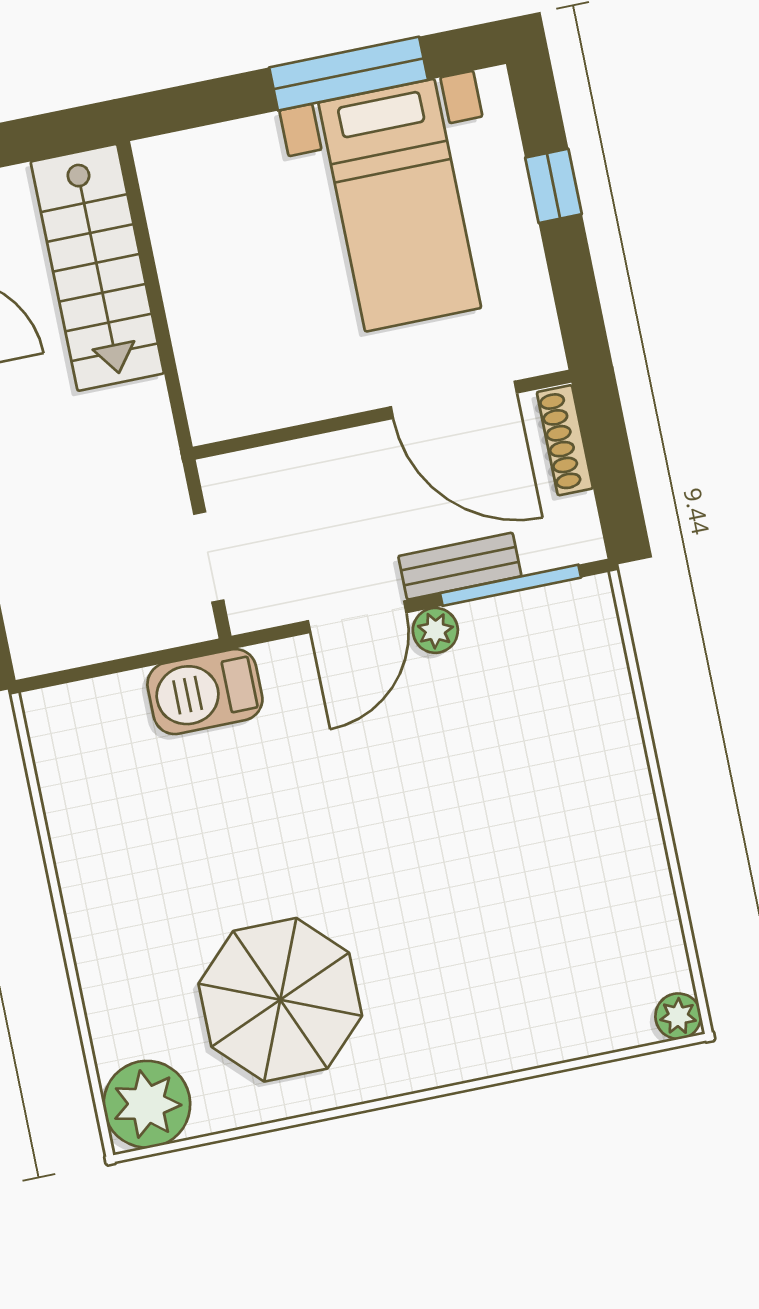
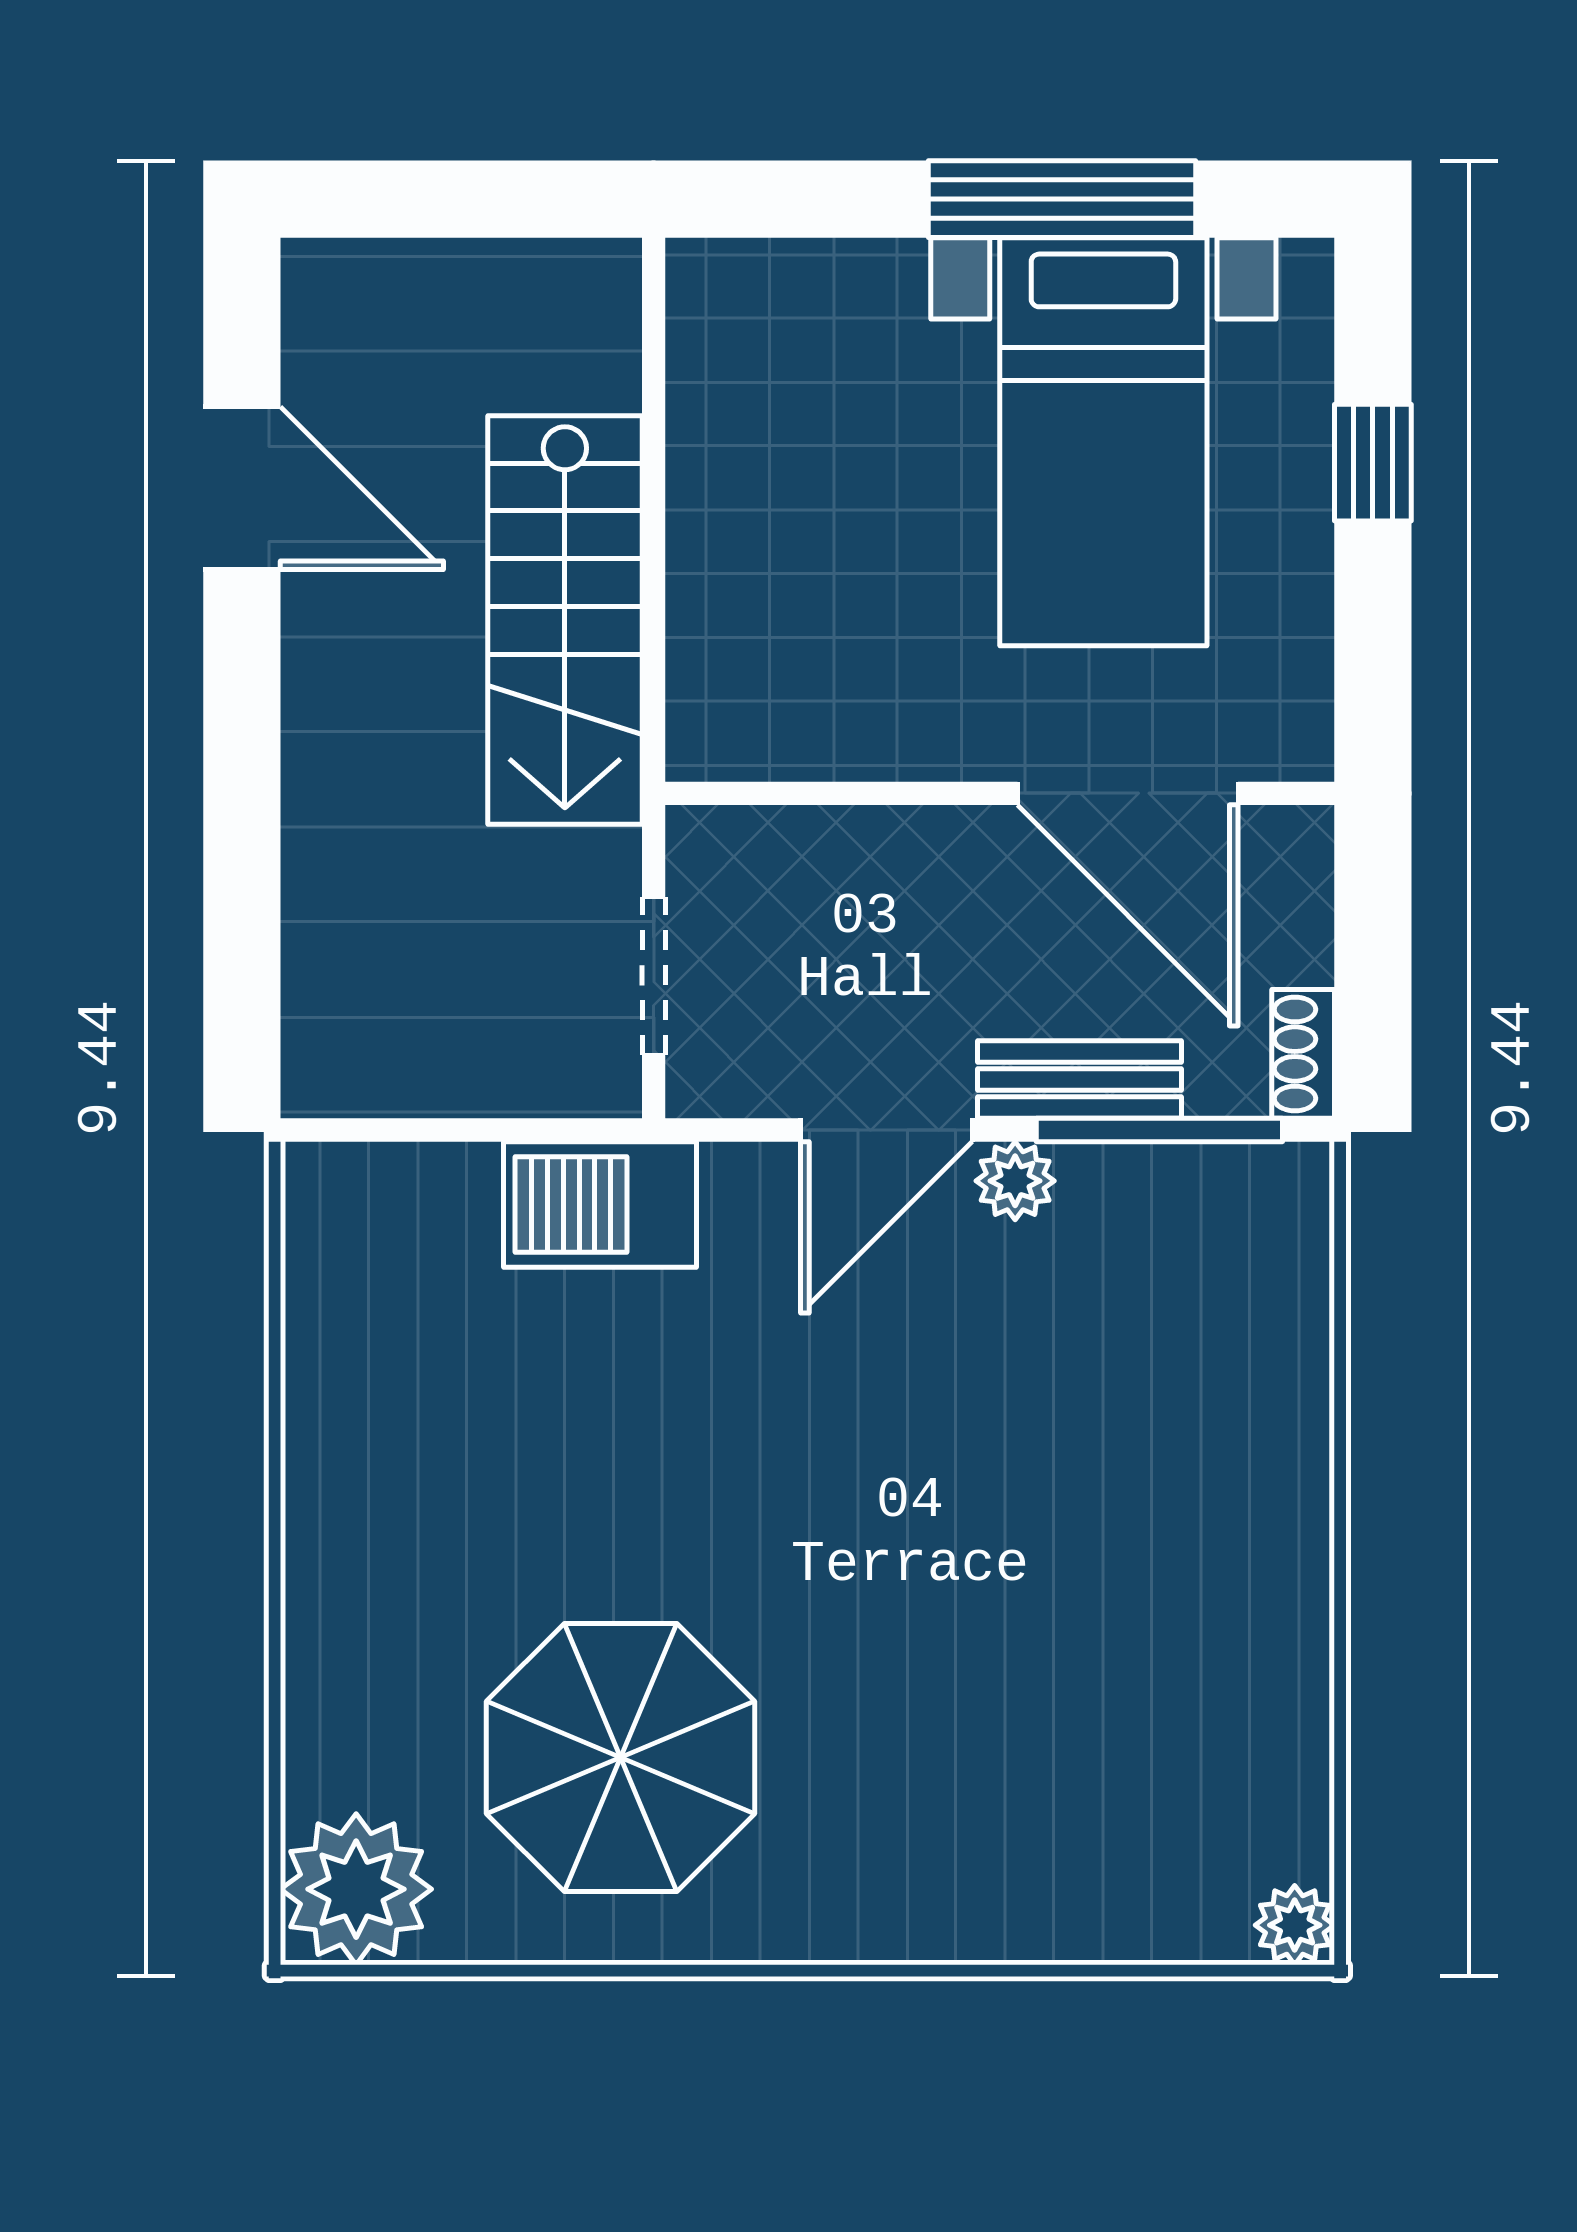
stairs: (97, 267) -> (565, 620), moved
shoe rack: (565, 440) -> (1303, 1054), moved, width x0.70

